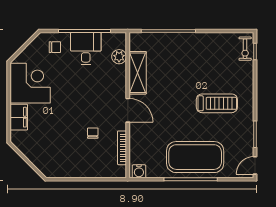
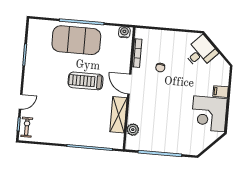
chair: (55, 47) -> (186, 142), removed
desk: (86, 49) -> (201, 52), moved, turned -135
treadmill: (217, 103) -> (86, 81), moved
filing cabinet: (19, 117) -> (221, 92), width x0.50
door: (255, 165) -> (21, 102), moved

